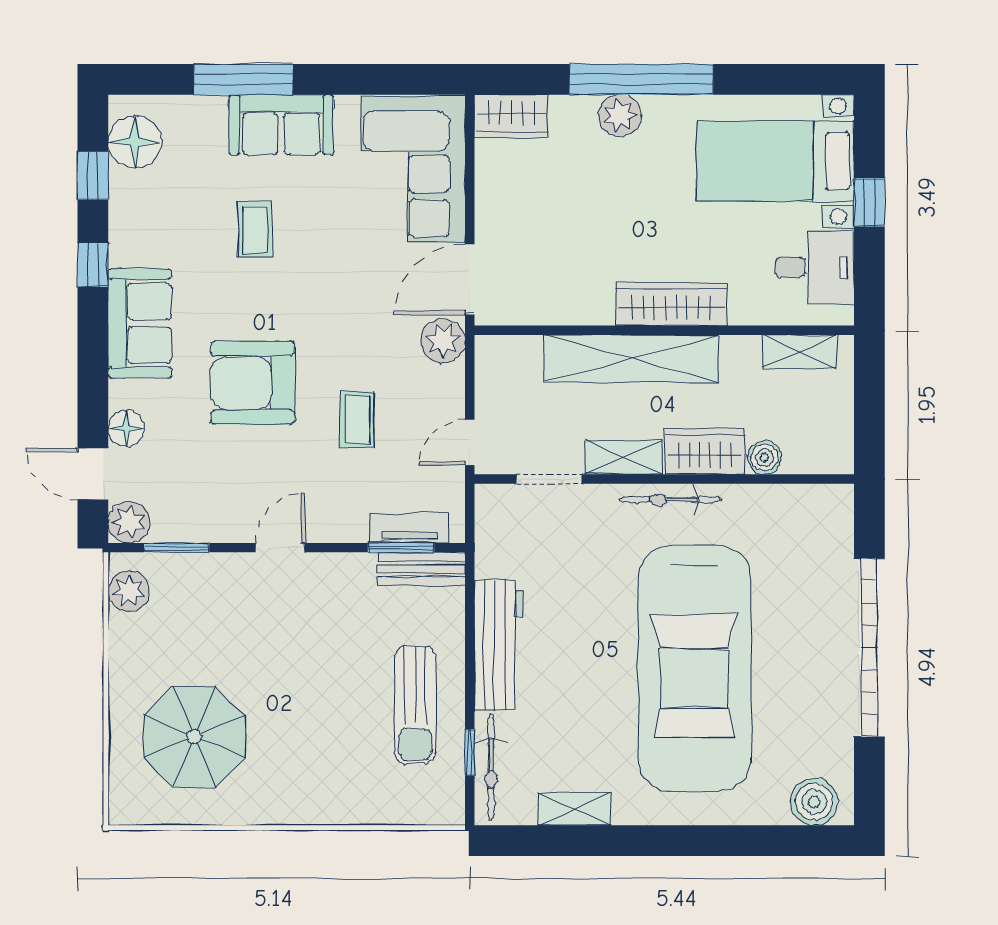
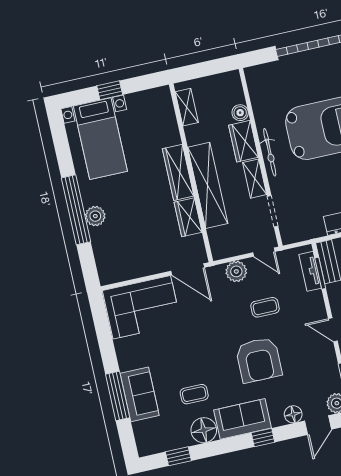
wardrobe: (511, 116) -> (188, 217), moved, turned 180
sofa: (281, 125) -> (140, 394), moved
floor lamp: (135, 142) -> (204, 430), moved
coffee table: (255, 230) -> (194, 394), moved
window: (93, 265) -> (263, 437), moved
desk: (815, 267) -> (146, 109), removed
plant: (443, 341) -> (236, 271), moved

